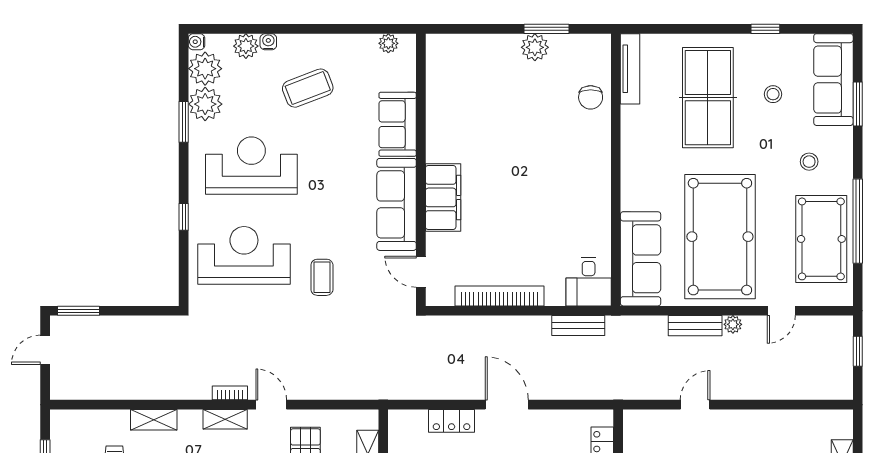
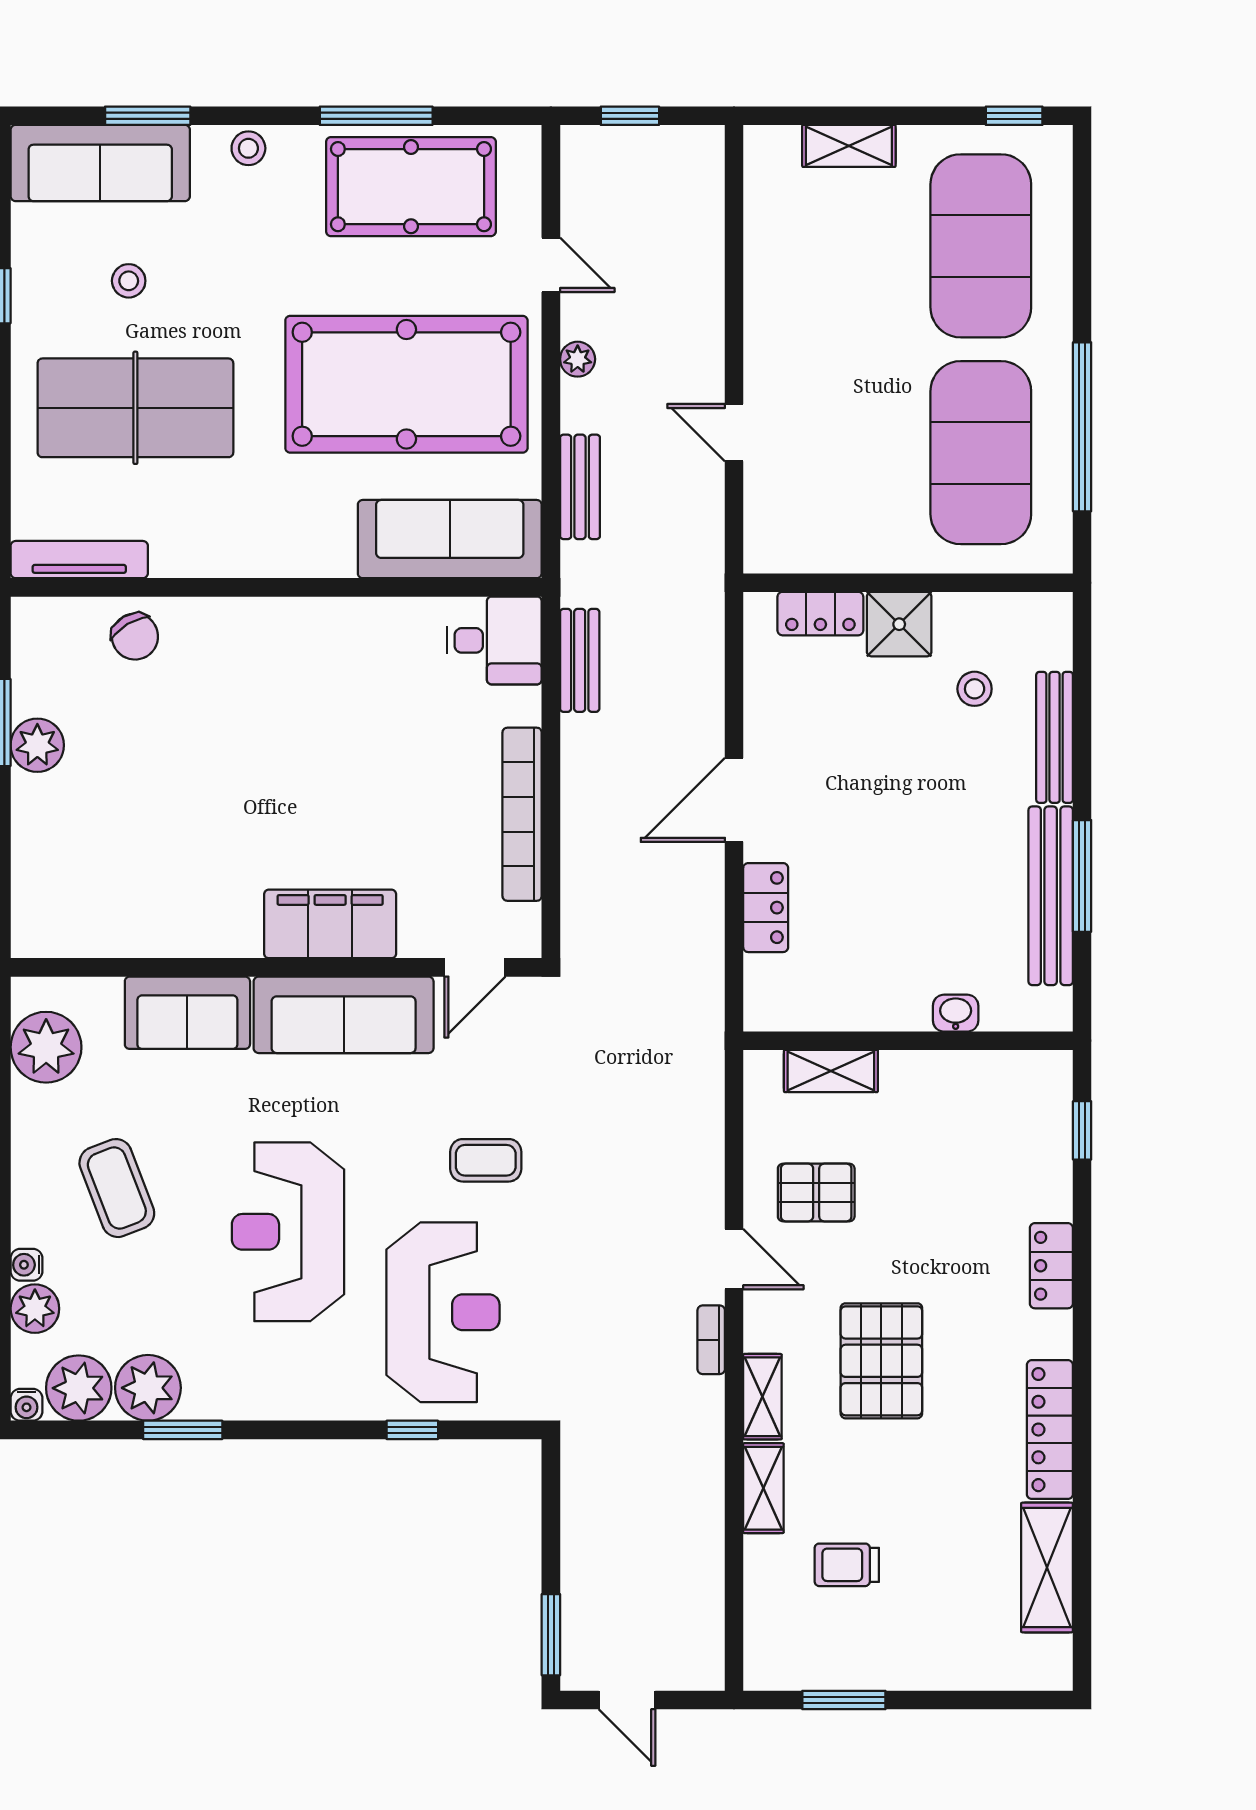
plant: (388, 43) -> (46, 1047), width x1.87, depth x1.87
chair: (591, 97) -> (135, 637), turned 59
stool: (809, 162) -> (248, 148), moved
reception desk: (251, 166) -> (288, 1232), moved
window: (184, 217) -> (412, 1430), moved
window: (858, 221) -> (376, 116), width x0.68
reception desk: (244, 255) -> (443, 1312), turned 180
bench: (695, 326) -> (580, 487), moved
door: (271, 405) -> (734, 1259), swing flipped
shelving: (225, 419) -> (762, 1397), moved

